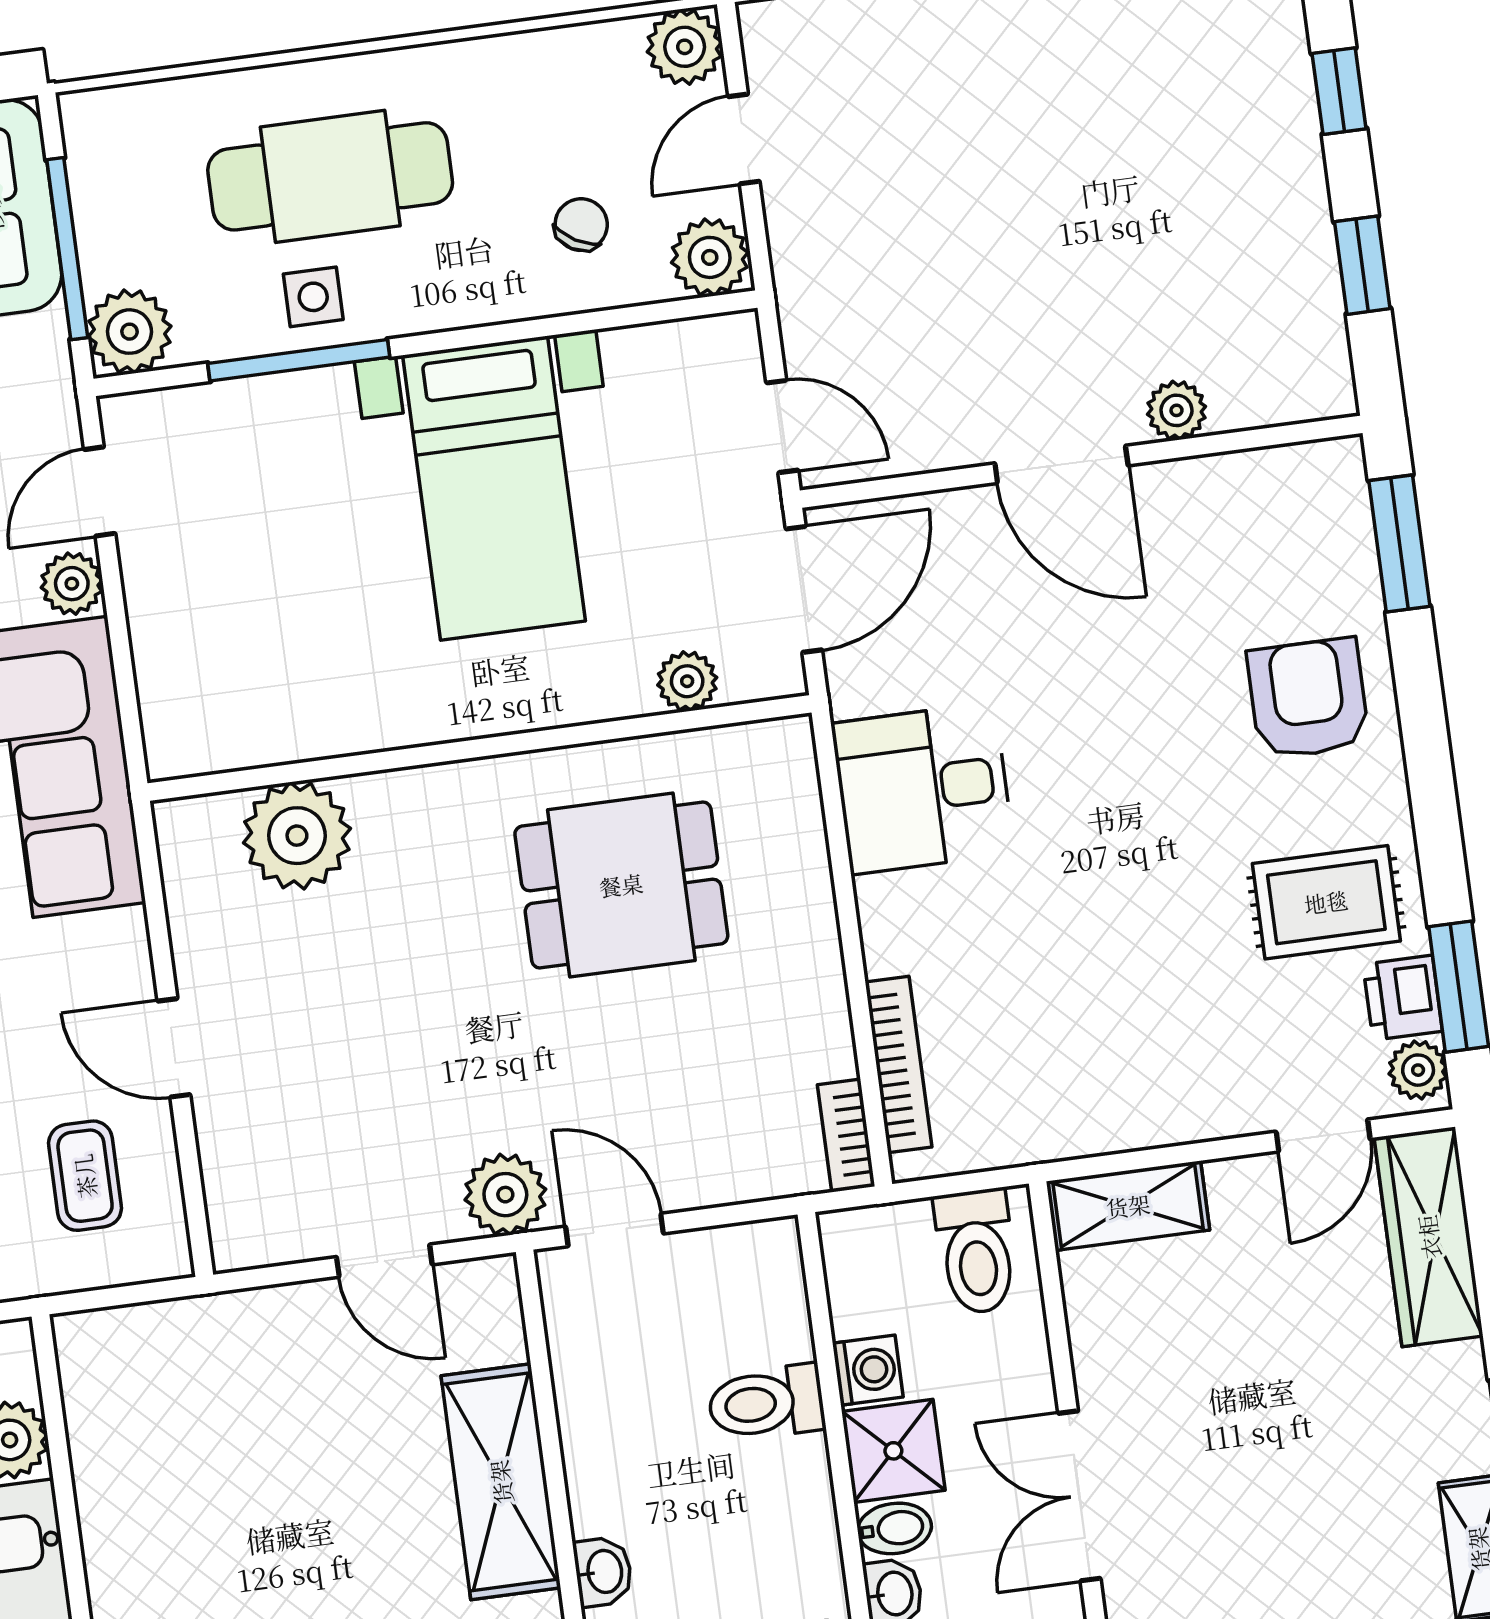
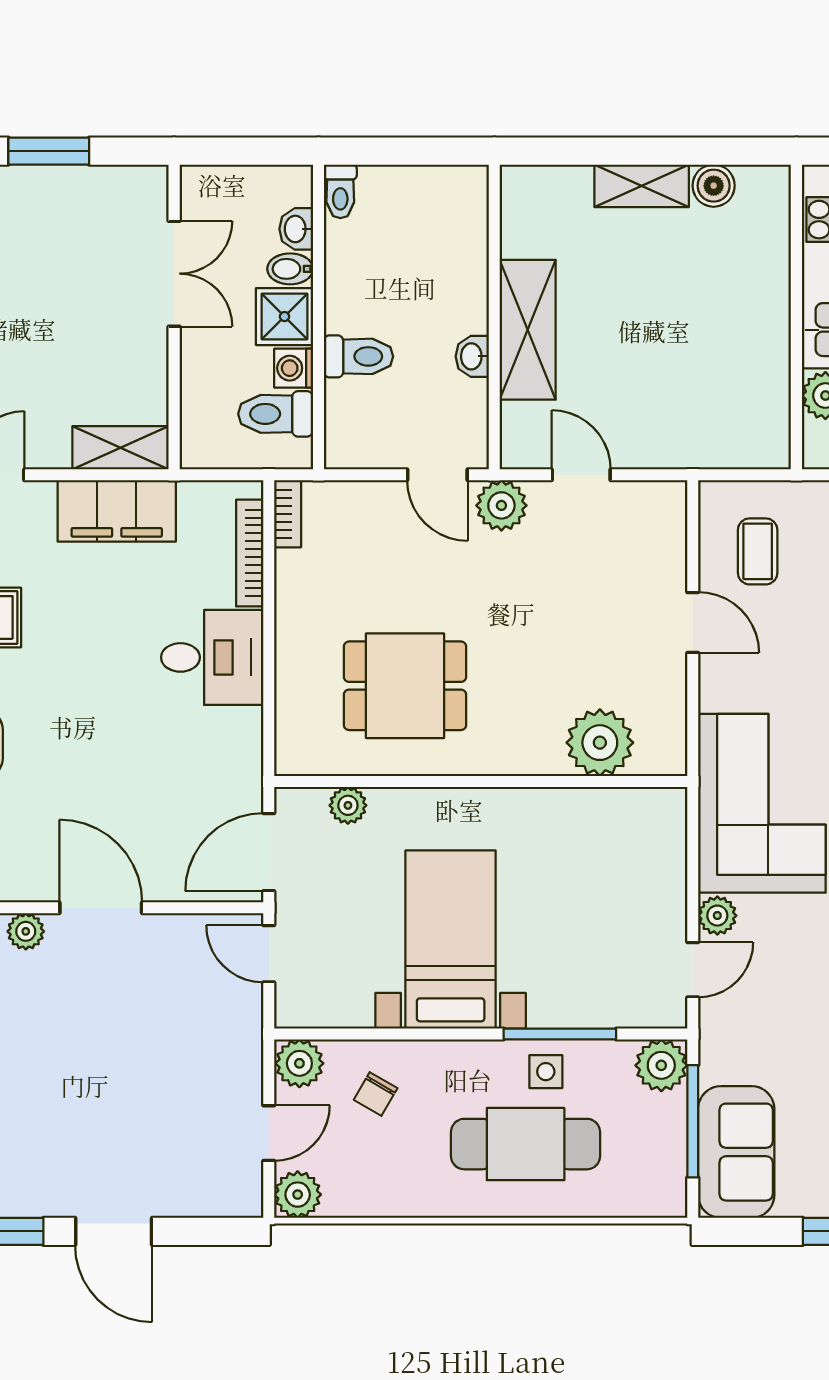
desk: (923, 788) -> (212, 657), moved
filing cabinet: (1121, 1104) -> (117, 511), added
toilet: (976, 1252) -> (276, 414), moved, turned -90
washbasin: (603, 1572) -> (472, 356), moved

